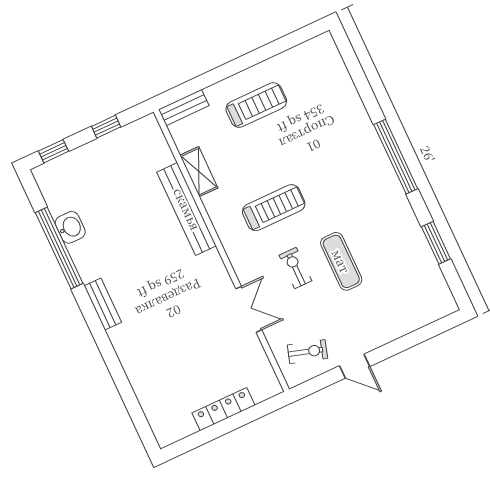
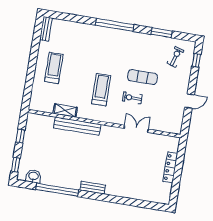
bench: (184, 108) -> (46, 29), moved
washbasin: (70, 227) -> (33, 176), moved
window: (429, 331) -> (196, 60), added
exercise bike: (307, 352) -> (175, 57), moved

